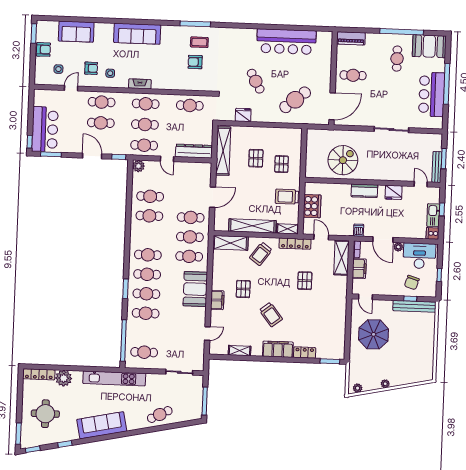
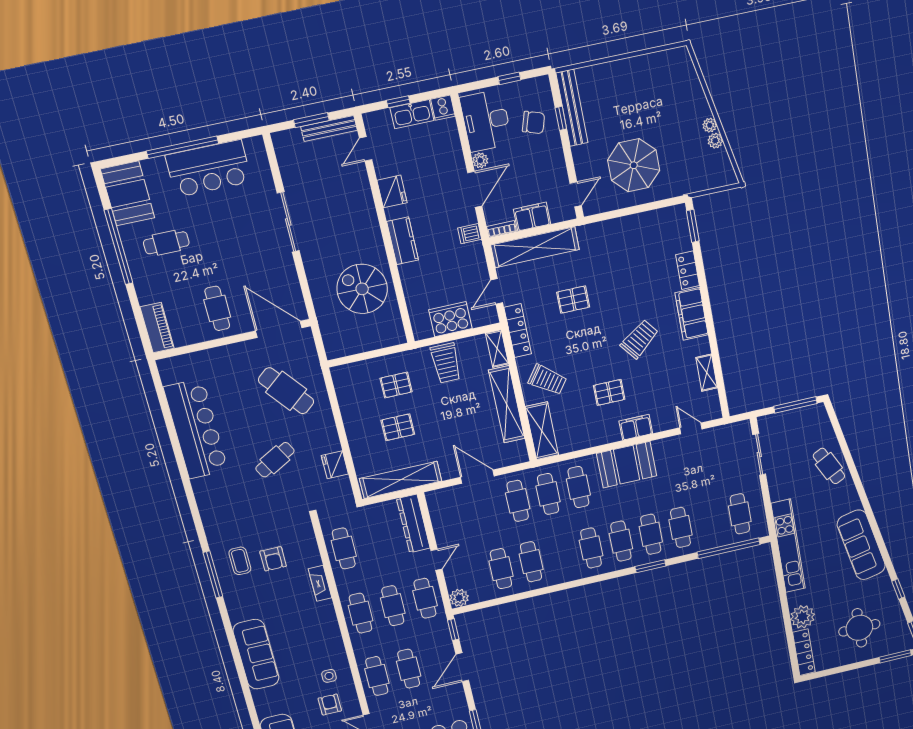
fireplace: (140, 84) -> (320, 583), moved
shelving: (342, 258) -> (535, 247), width x1.47
plant: (358, 388) -> (715, 141), moved

